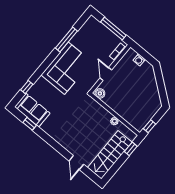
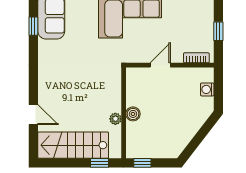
window: (113, 29) -> (218, 31), width x0.46
boiler: (100, 93) -> (133, 114), moved
door: (76, 163) -> (33, 115), swing flipped

